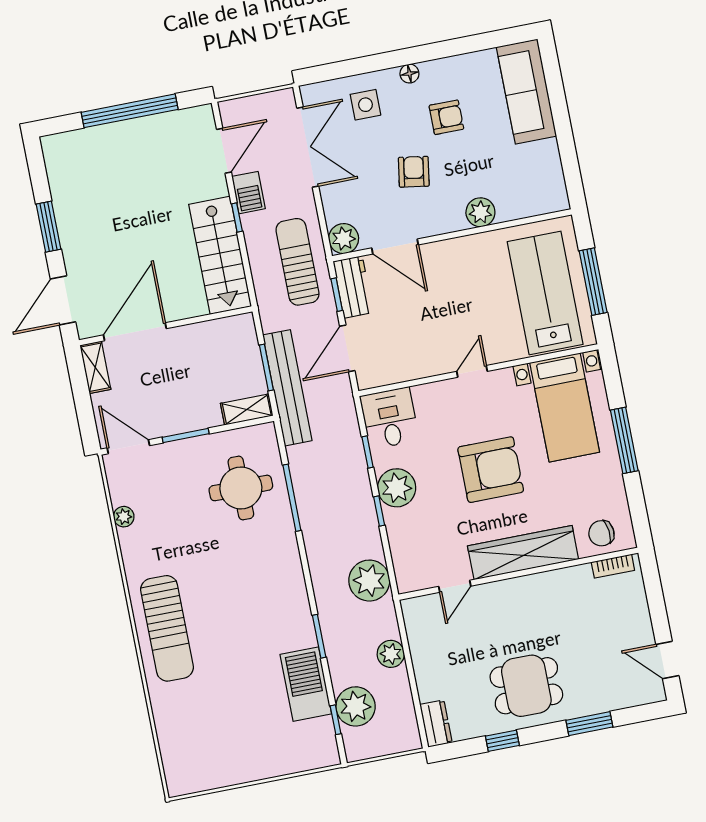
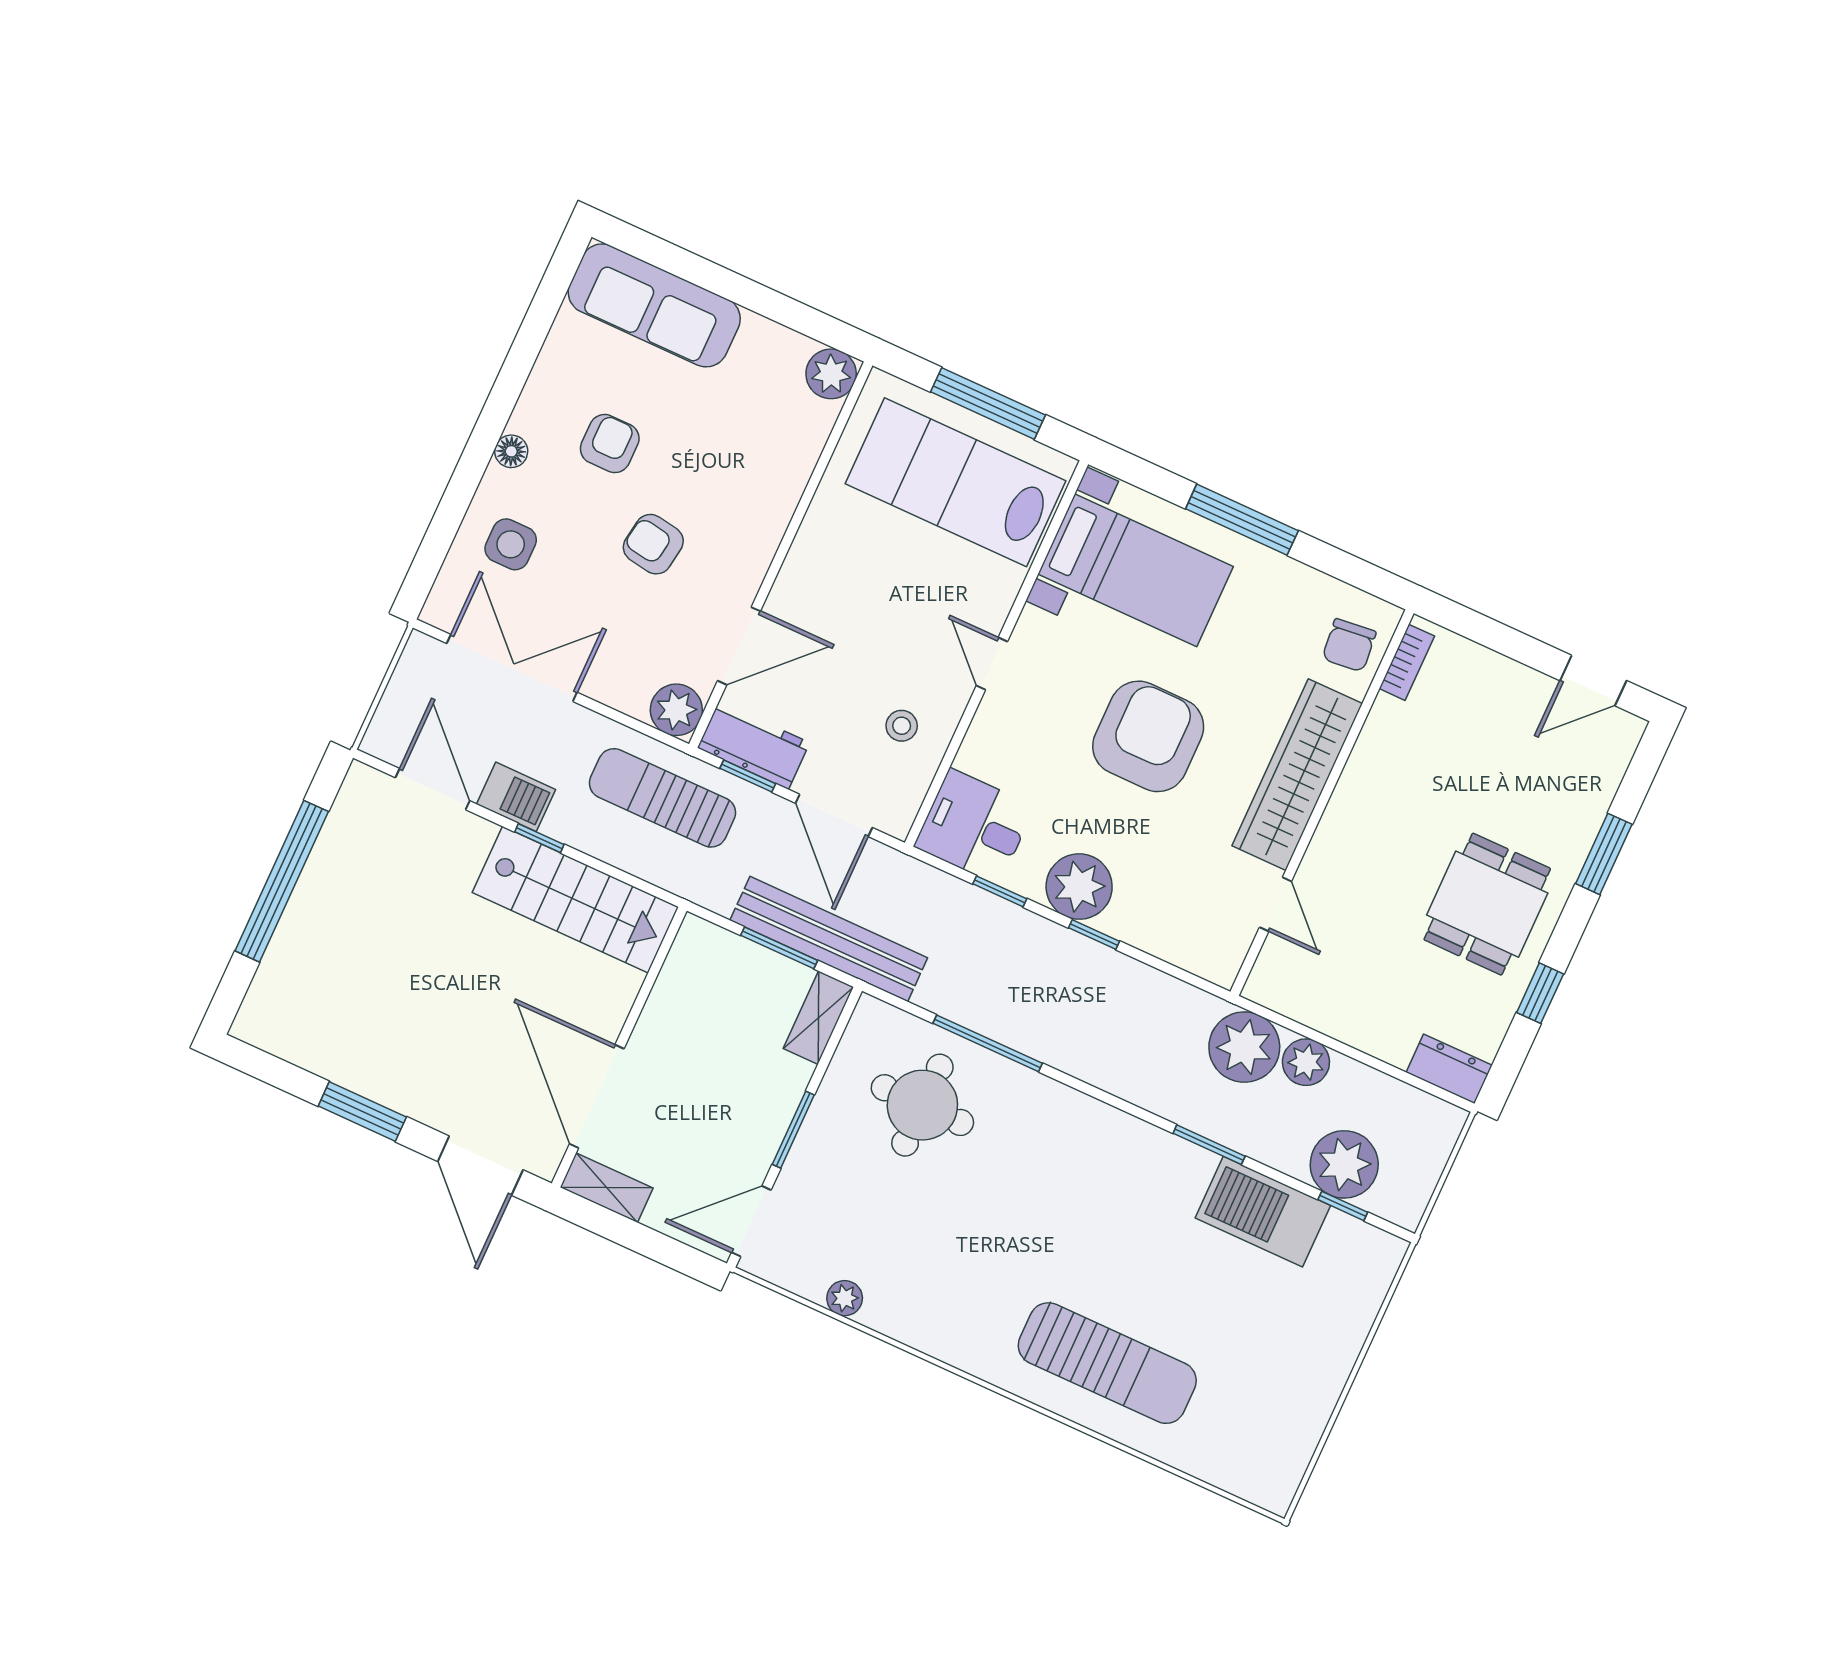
plant: (480, 212) -> (831, 374), moved
stool: (412, 350) -> (902, 726), added
plant: (369, 581) -> (1244, 1047), moved
sun lounger: (167, 628) -> (1107, 1363), moved

